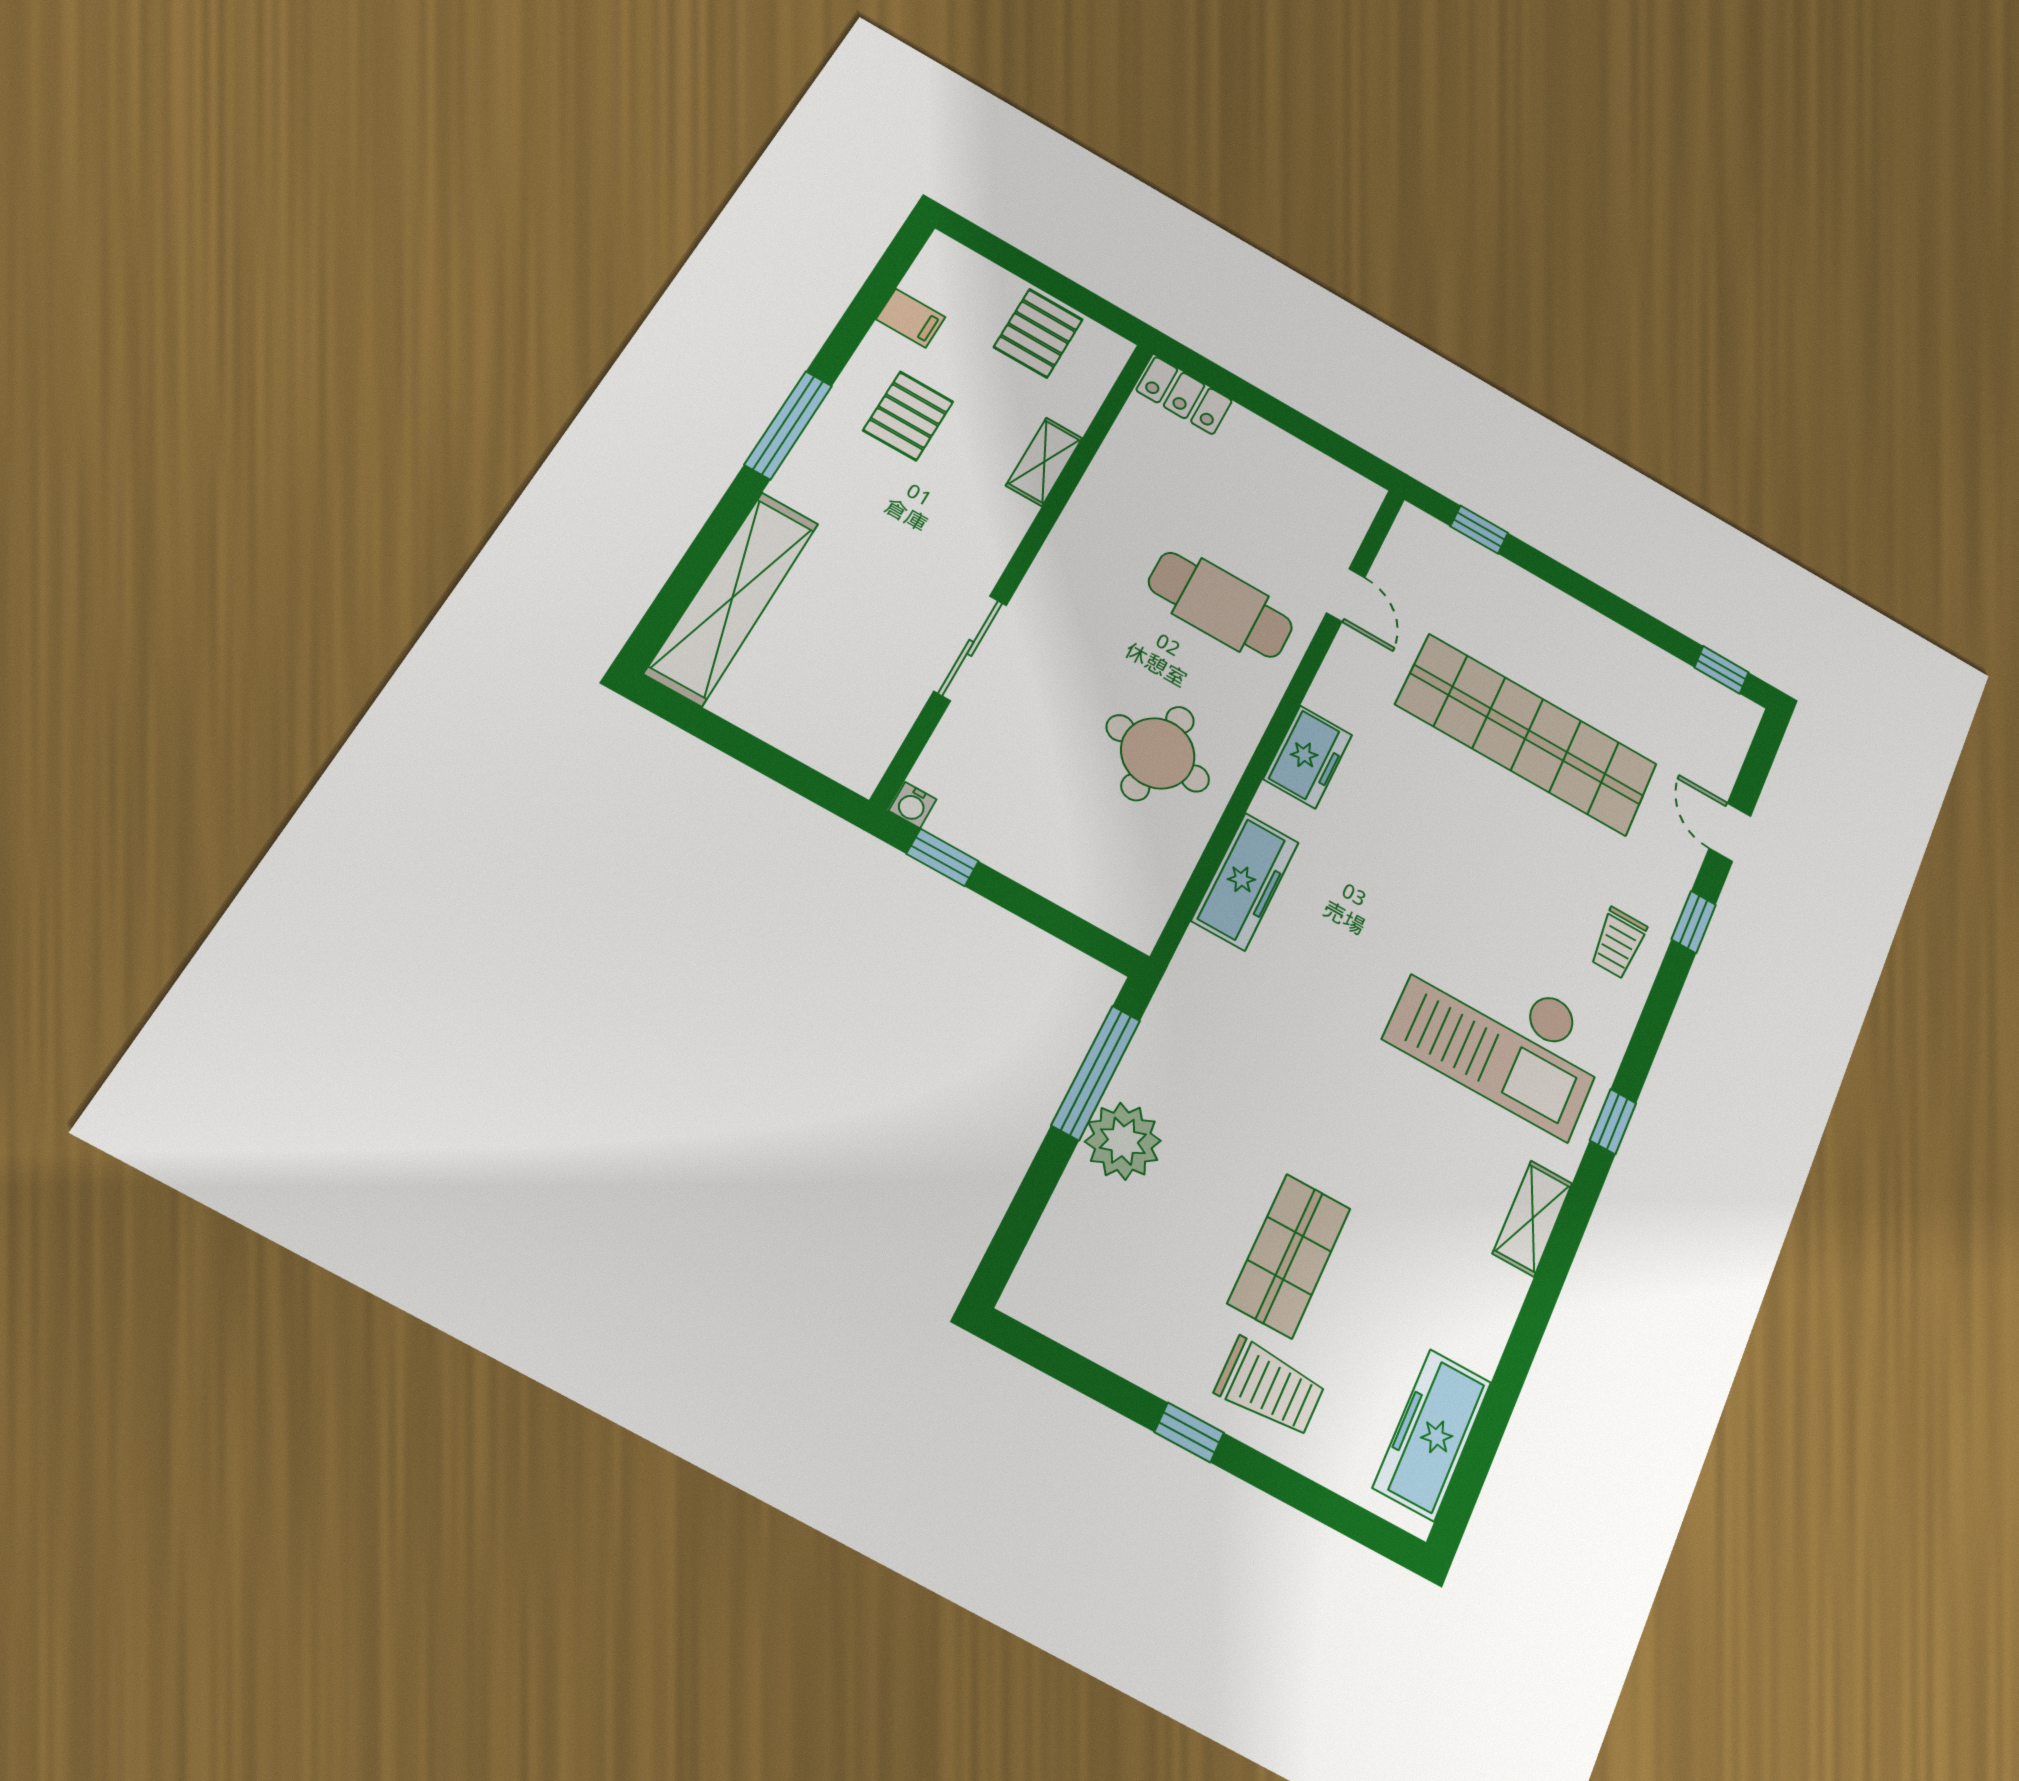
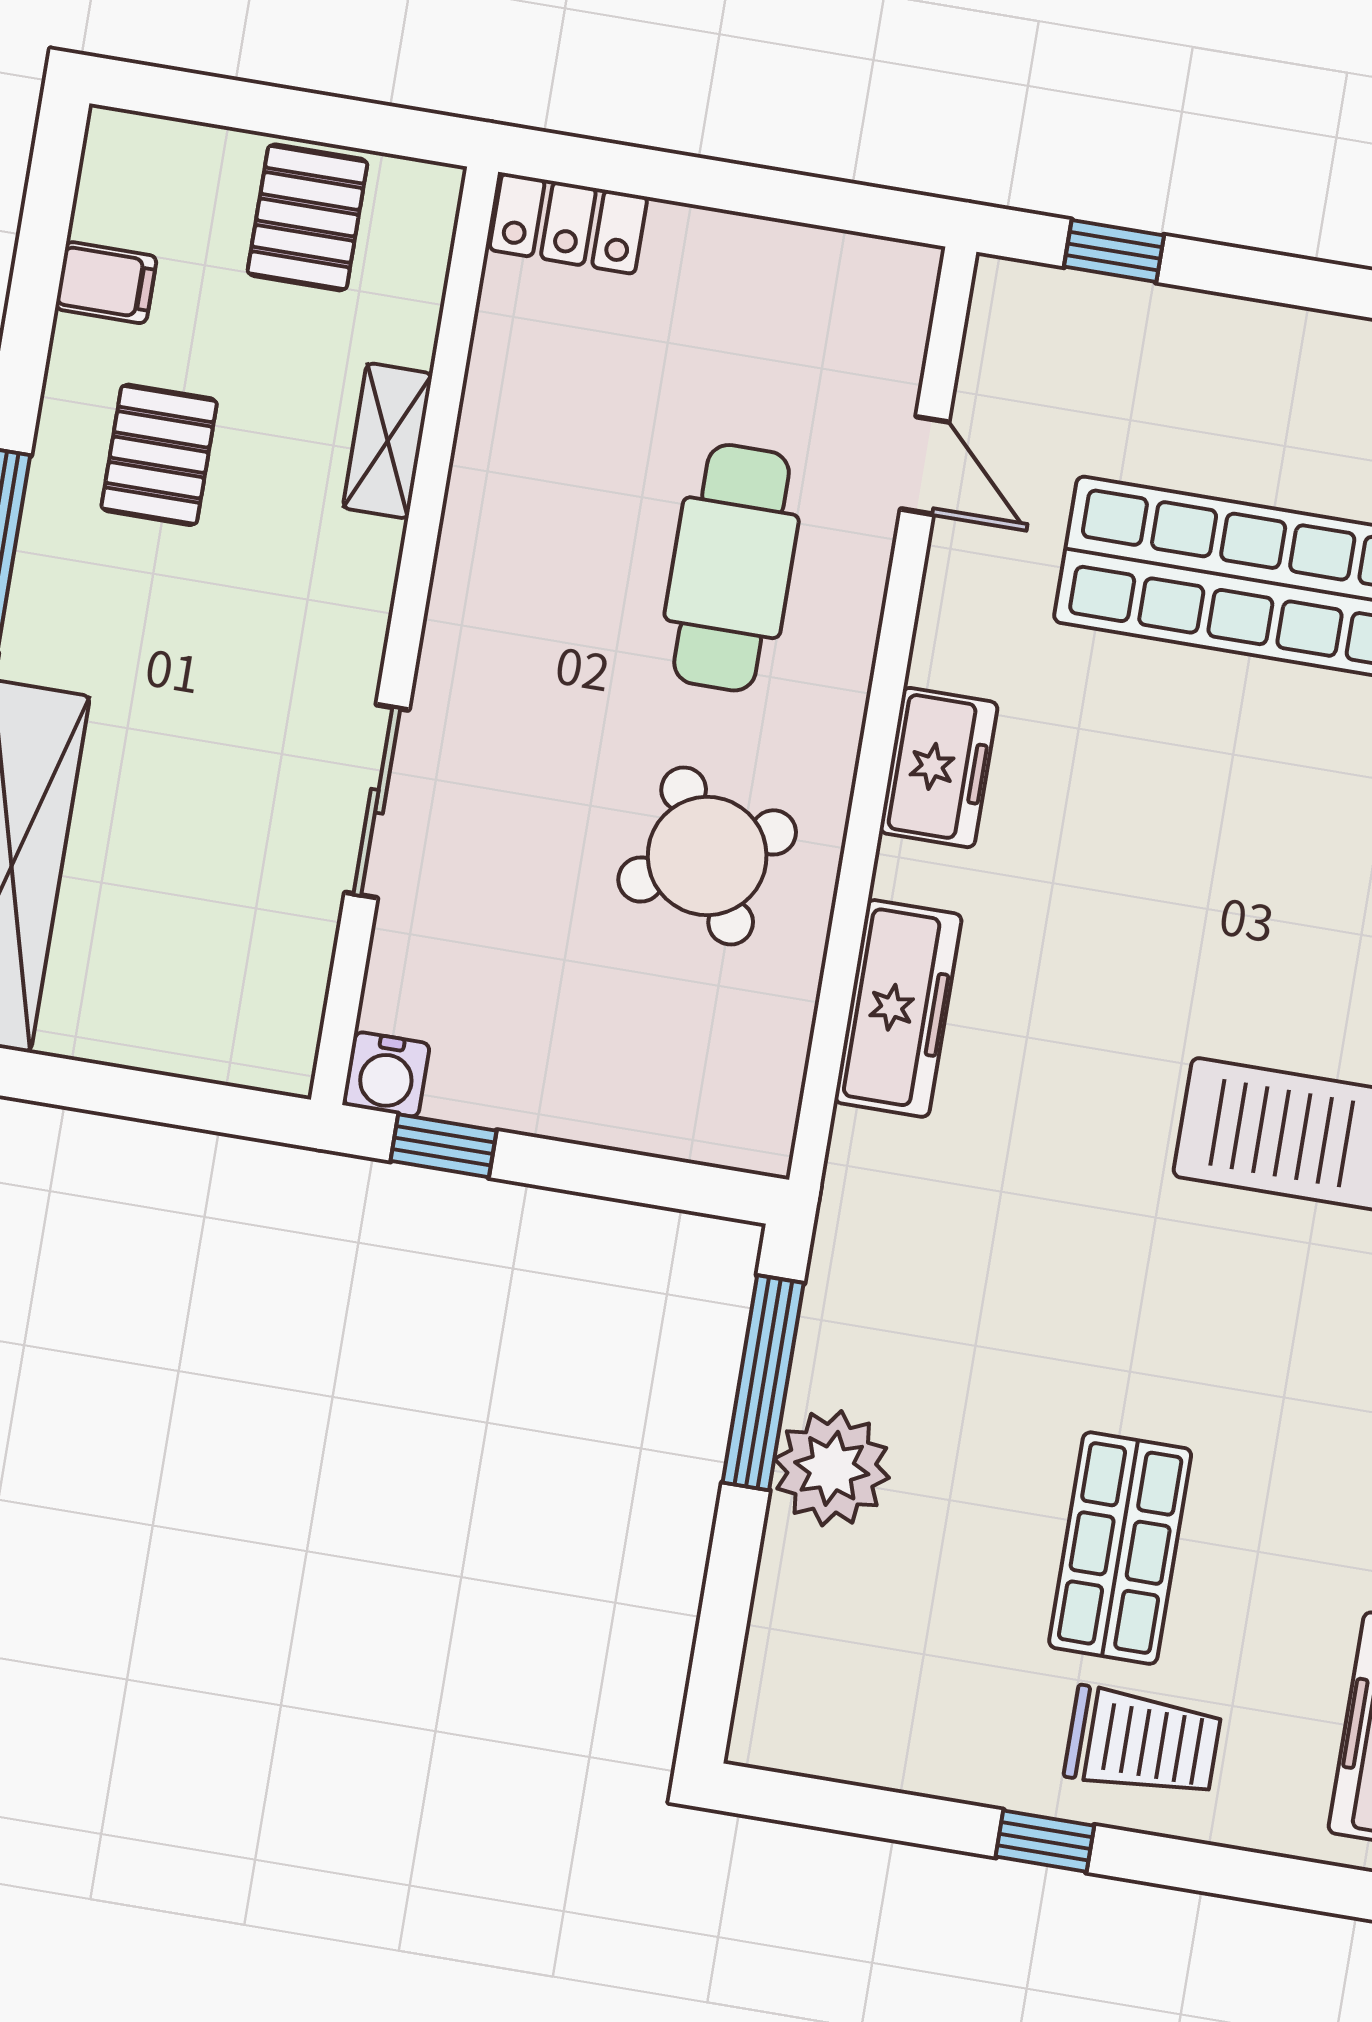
cafe table: (1221, 605) -> (732, 568), turned 90
round table: (1158, 753) -> (707, 856), turned -34
water cooler: (913, 805) -> (387, 1074), width x1.38, depth x1.38

